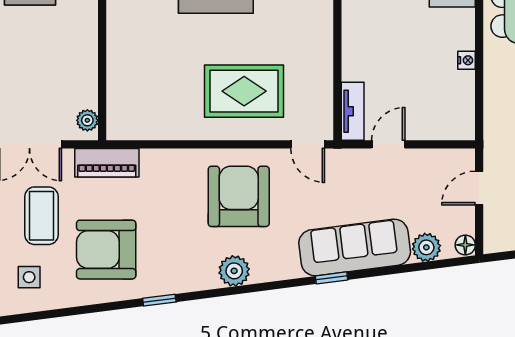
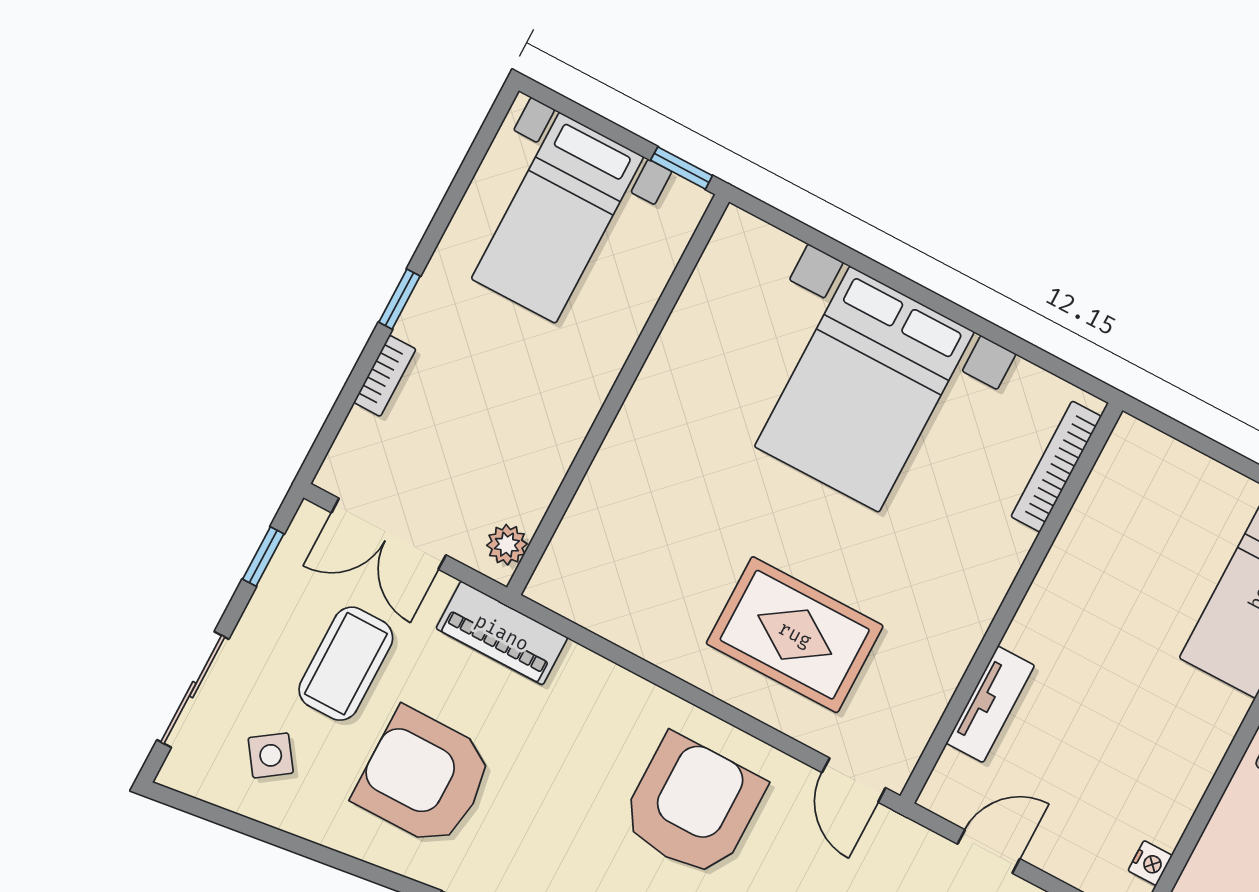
nightstand: (467, 60) -> (1150, 863), moved
tv unit: (353, 111) -> (990, 704), moved
side table: (29, 277) -> (271, 755), turned -35

